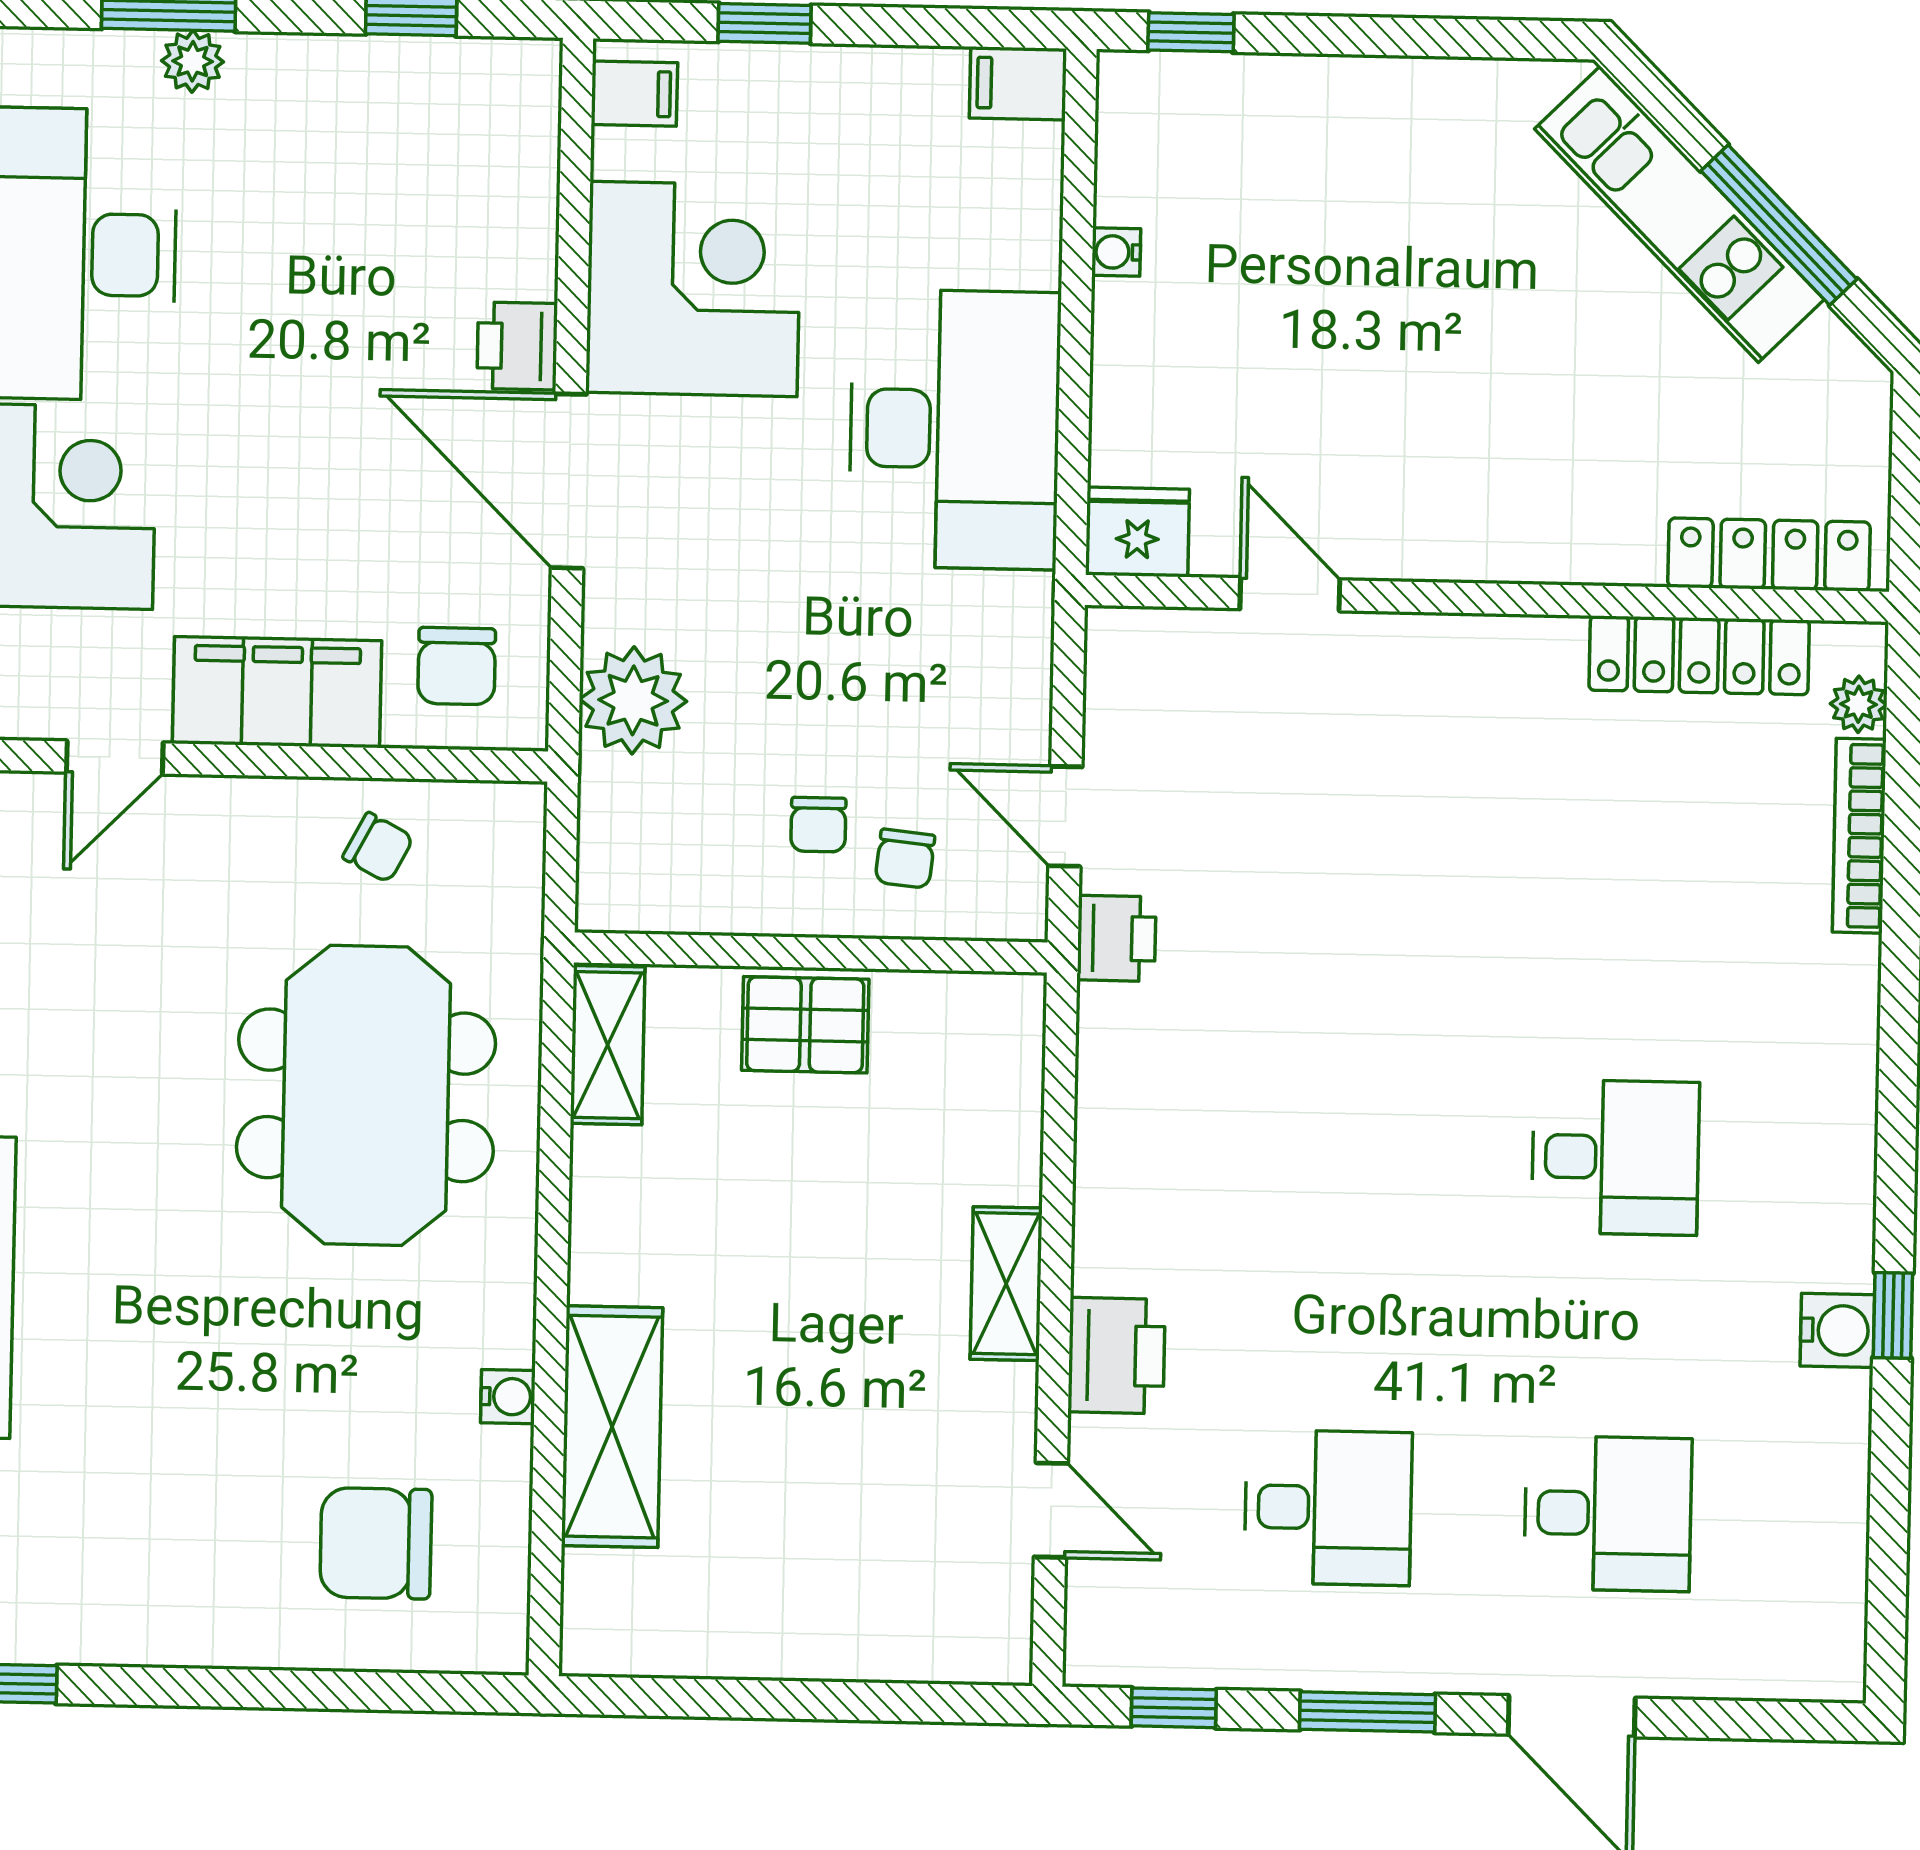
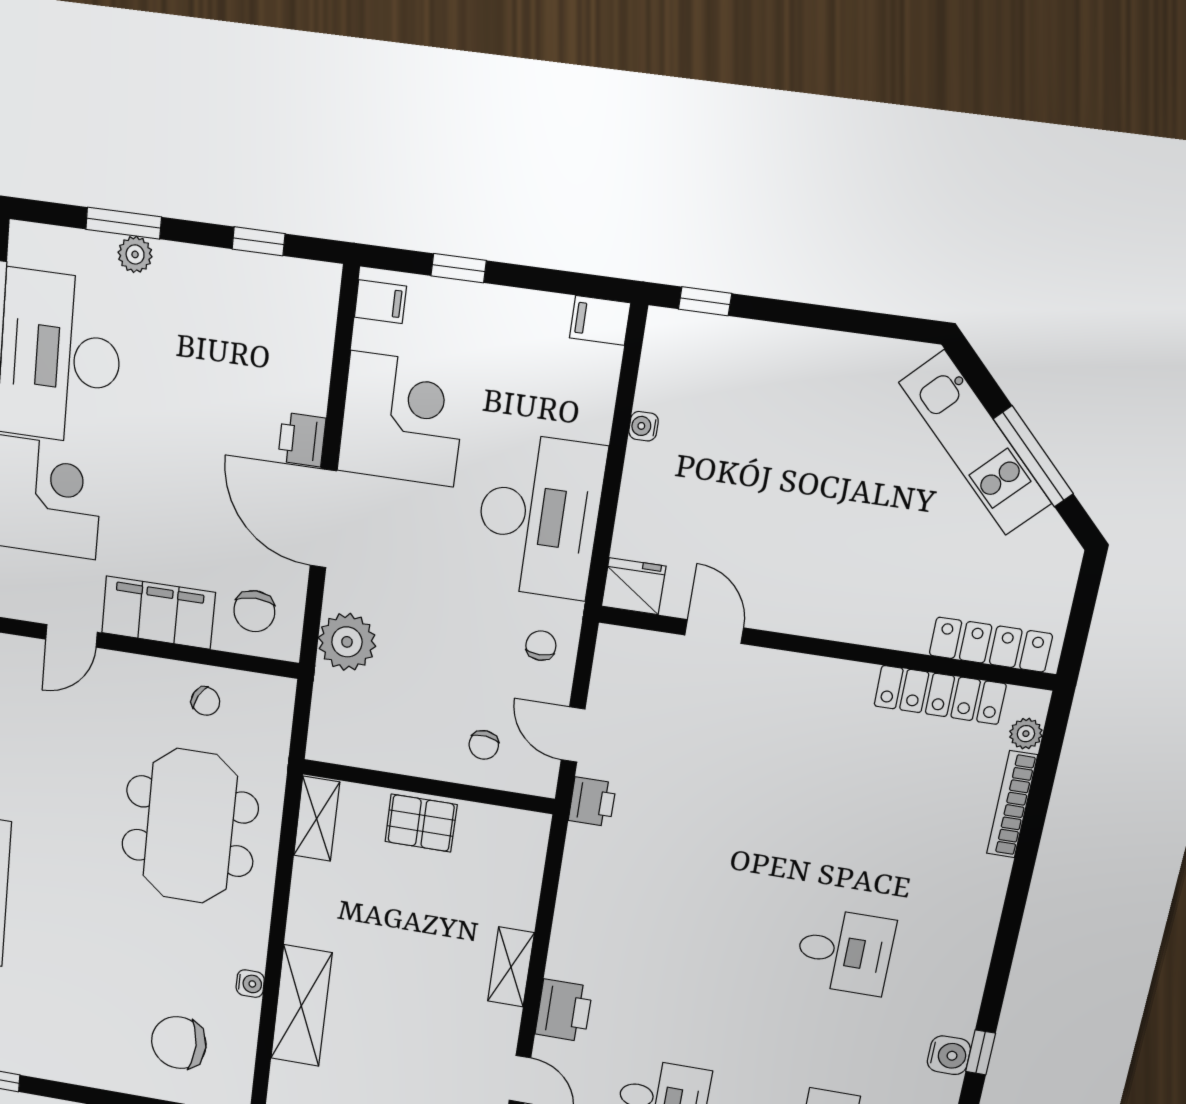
chair: (818, 825) -> (541, 646), moved, turned 180

